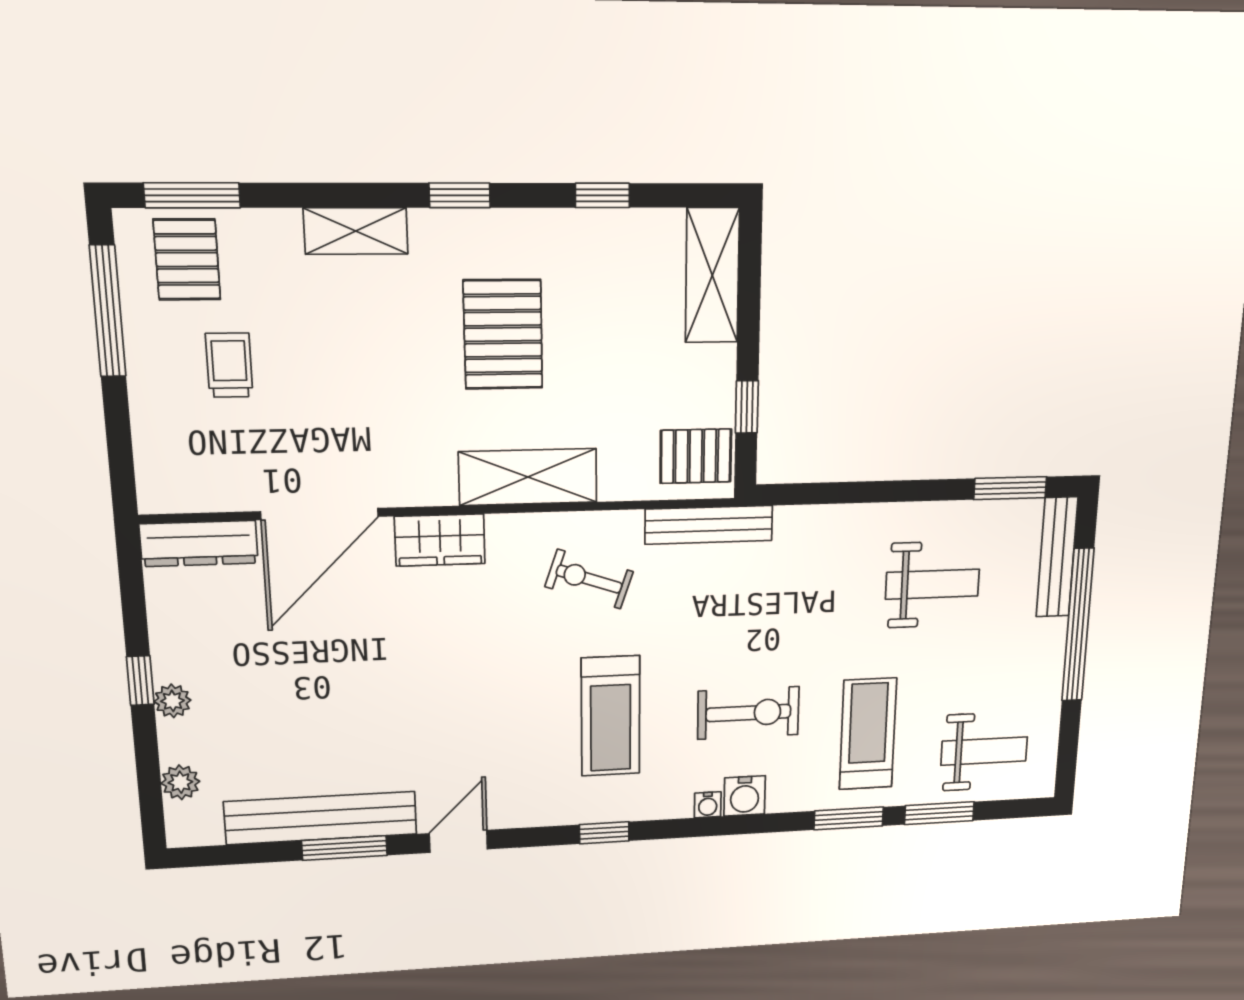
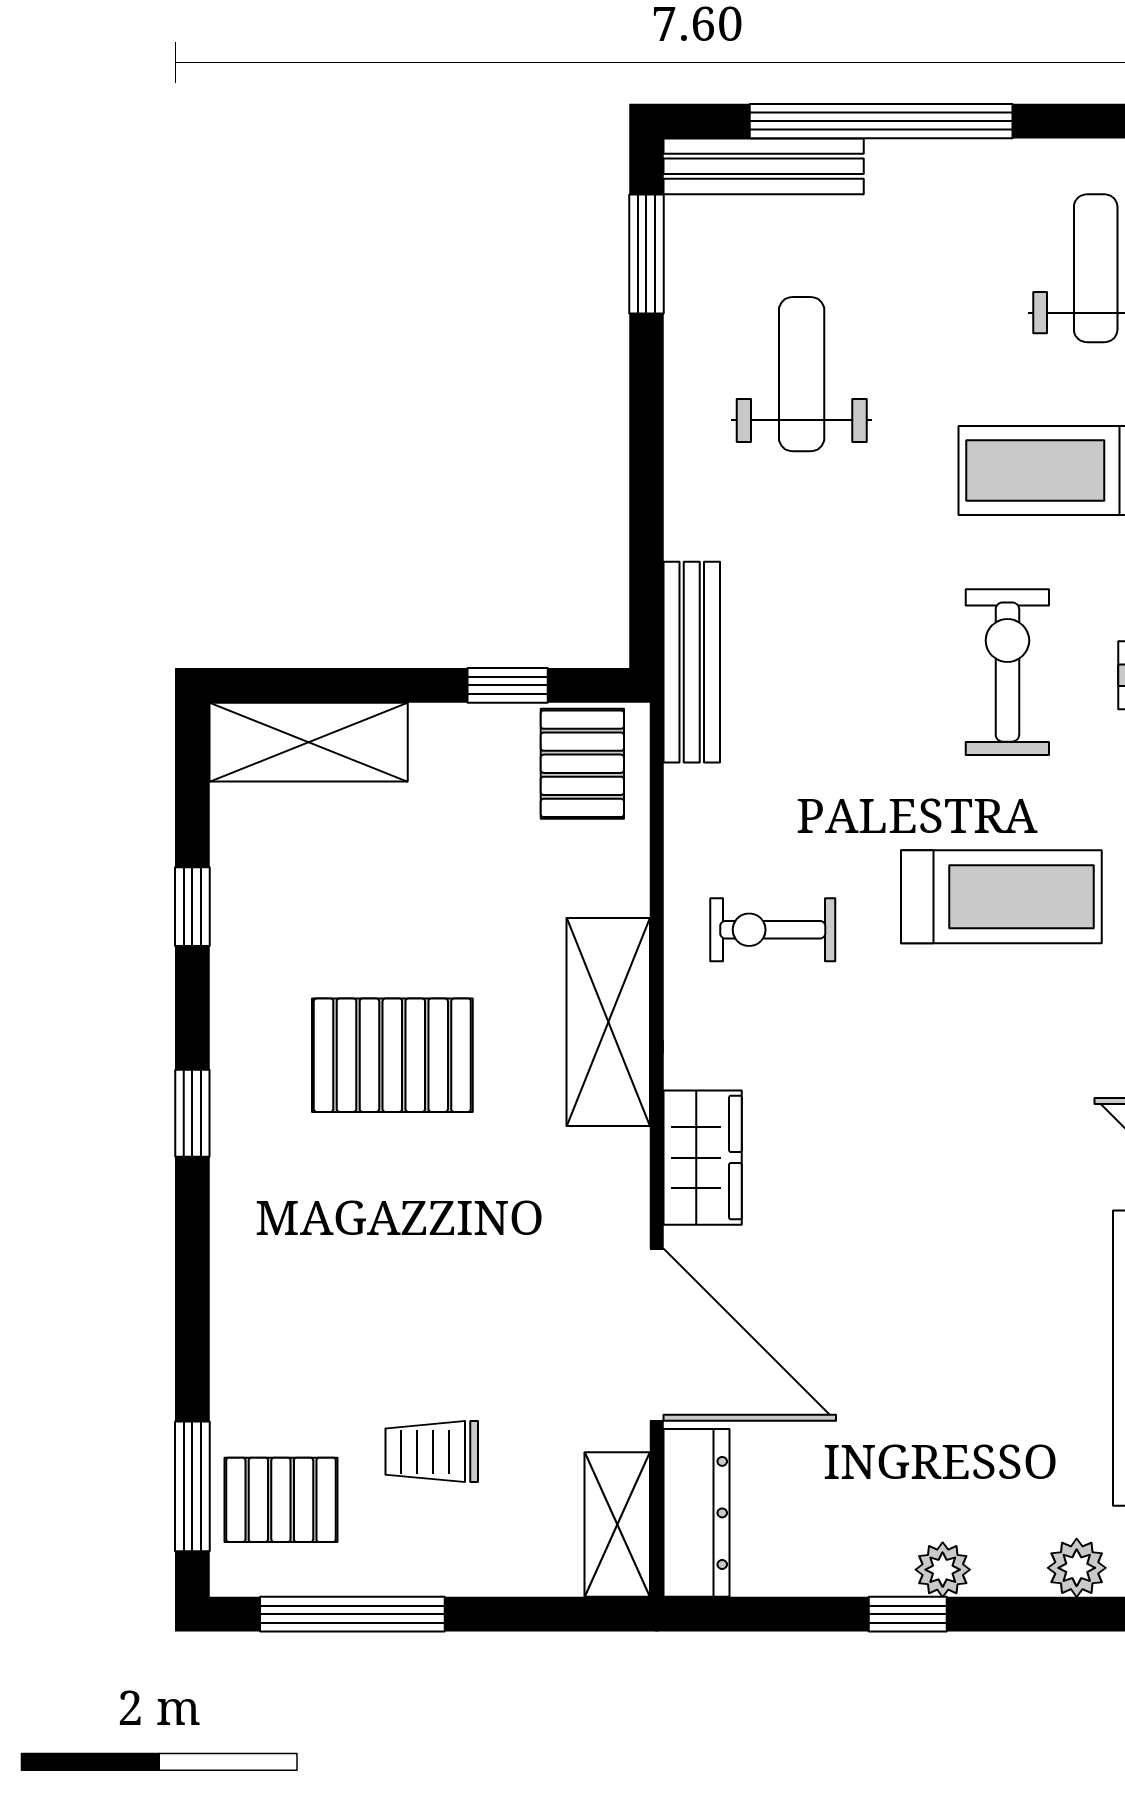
shelving: (356, 231) -> (617, 1525), moved
bench: (709, 525) -> (692, 662), moved
exercise bike: (589, 579) -> (773, 930), turned 71

